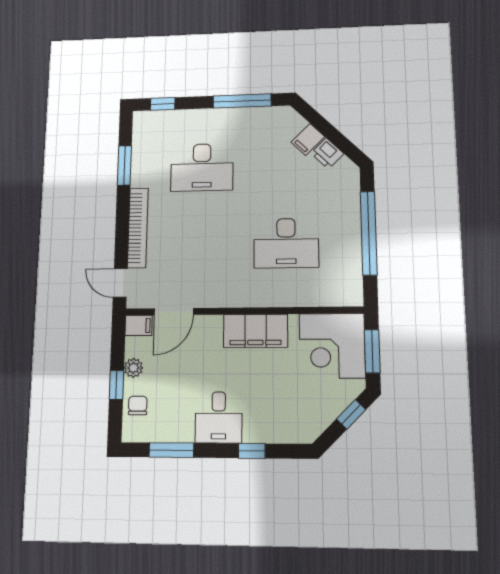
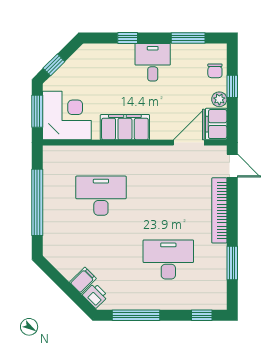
printer: (327, 153) -> (95, 296), moved
filing cabinet: (139, 325) -> (216, 124), width x2.00

